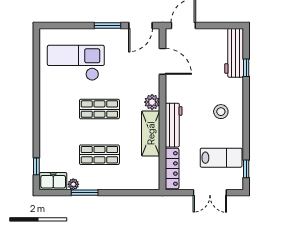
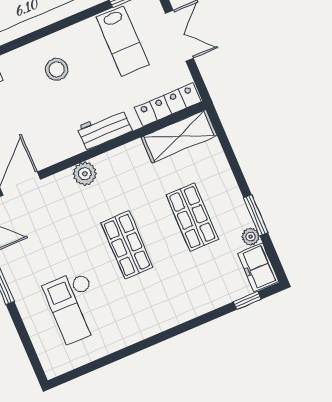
checkout: (76, 63) -> (75, 307), width x0.73, depth x0.83
workbench: (174, 125) -> (105, 129), width x0.73
shelving: (151, 133) -> (179, 136), moved
lab bench: (221, 158) -> (123, 41), turned 180

